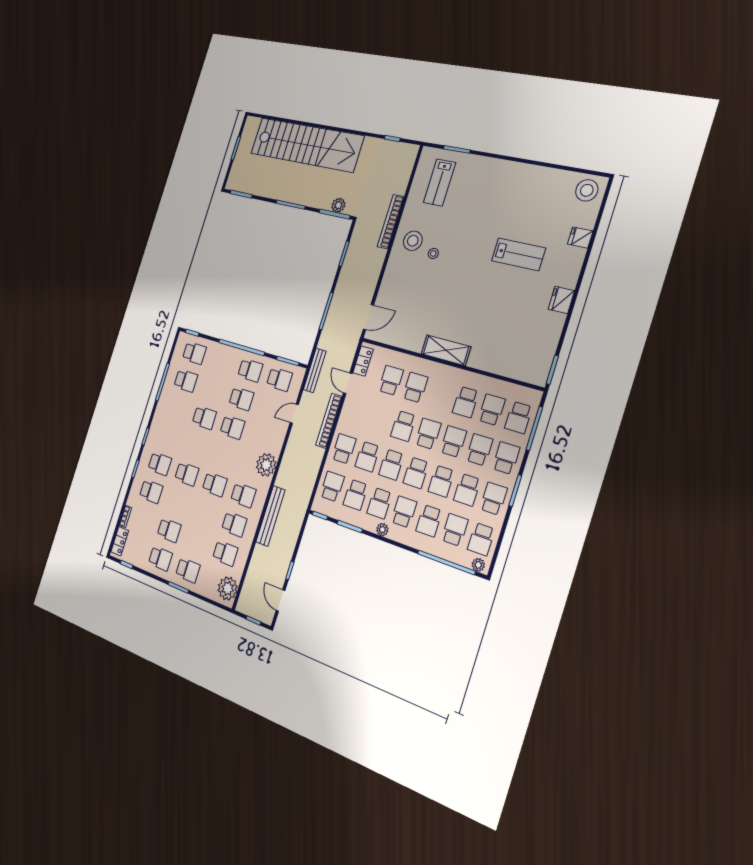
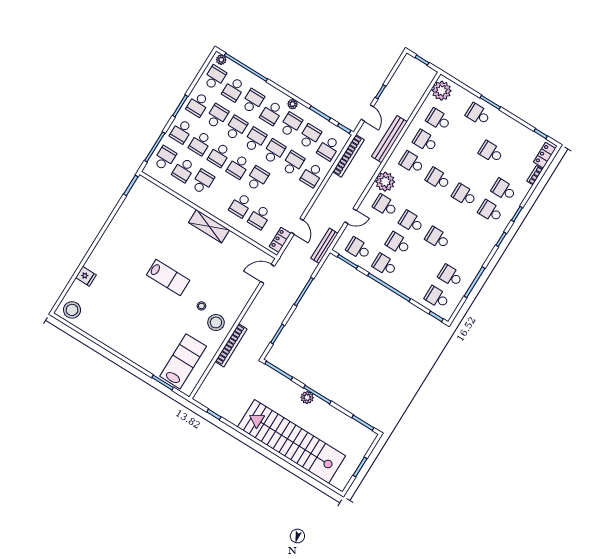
lab bench: (439, 183) -> (183, 361), width x1.36, depth x1.39
plant: (338, 205) -> (307, 397), moved
lab bench: (518, 254) -> (168, 278), moved, turned 180
fridge: (561, 300) -> (111, 235), removed
bookcase: (329, 421) -> (348, 156), moved
school desk: (160, 558) -> (385, 206), moved
door: (280, 600) -> (367, 113), moved

